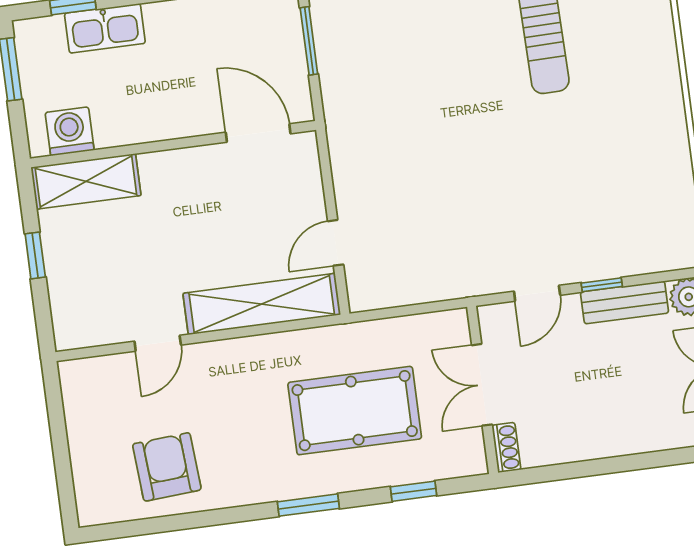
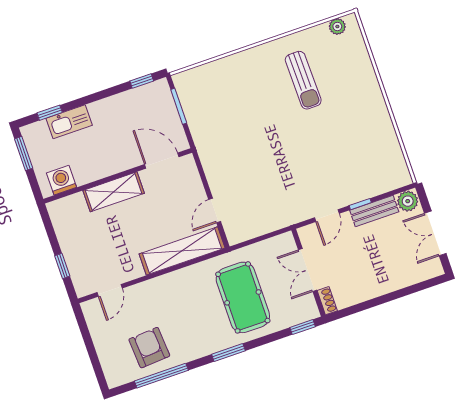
shelving: (86, 181) -> (114, 192), moved
window: (35, 255) -> (62, 266), moved
door: (158, 343) -> (110, 290), moved
pool table: (355, 411) -> (243, 297), turned 90
window: (413, 491) -> (303, 327), moved
window: (178, 522) -> (161, 376), added

